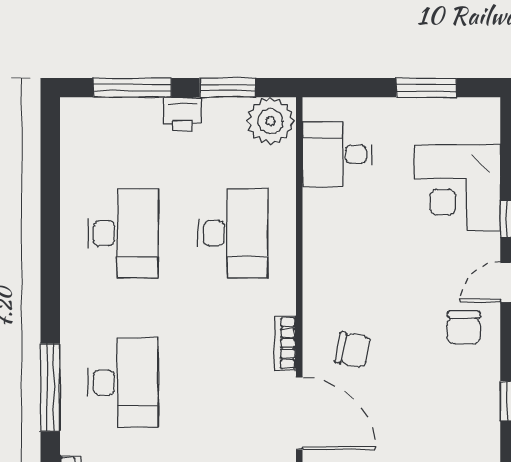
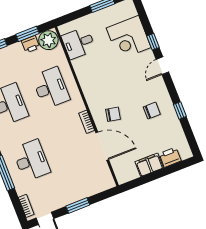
printer: (182, 114) -> (30, 44), moved
chair: (464, 328) -> (152, 111), moved, turned -90

